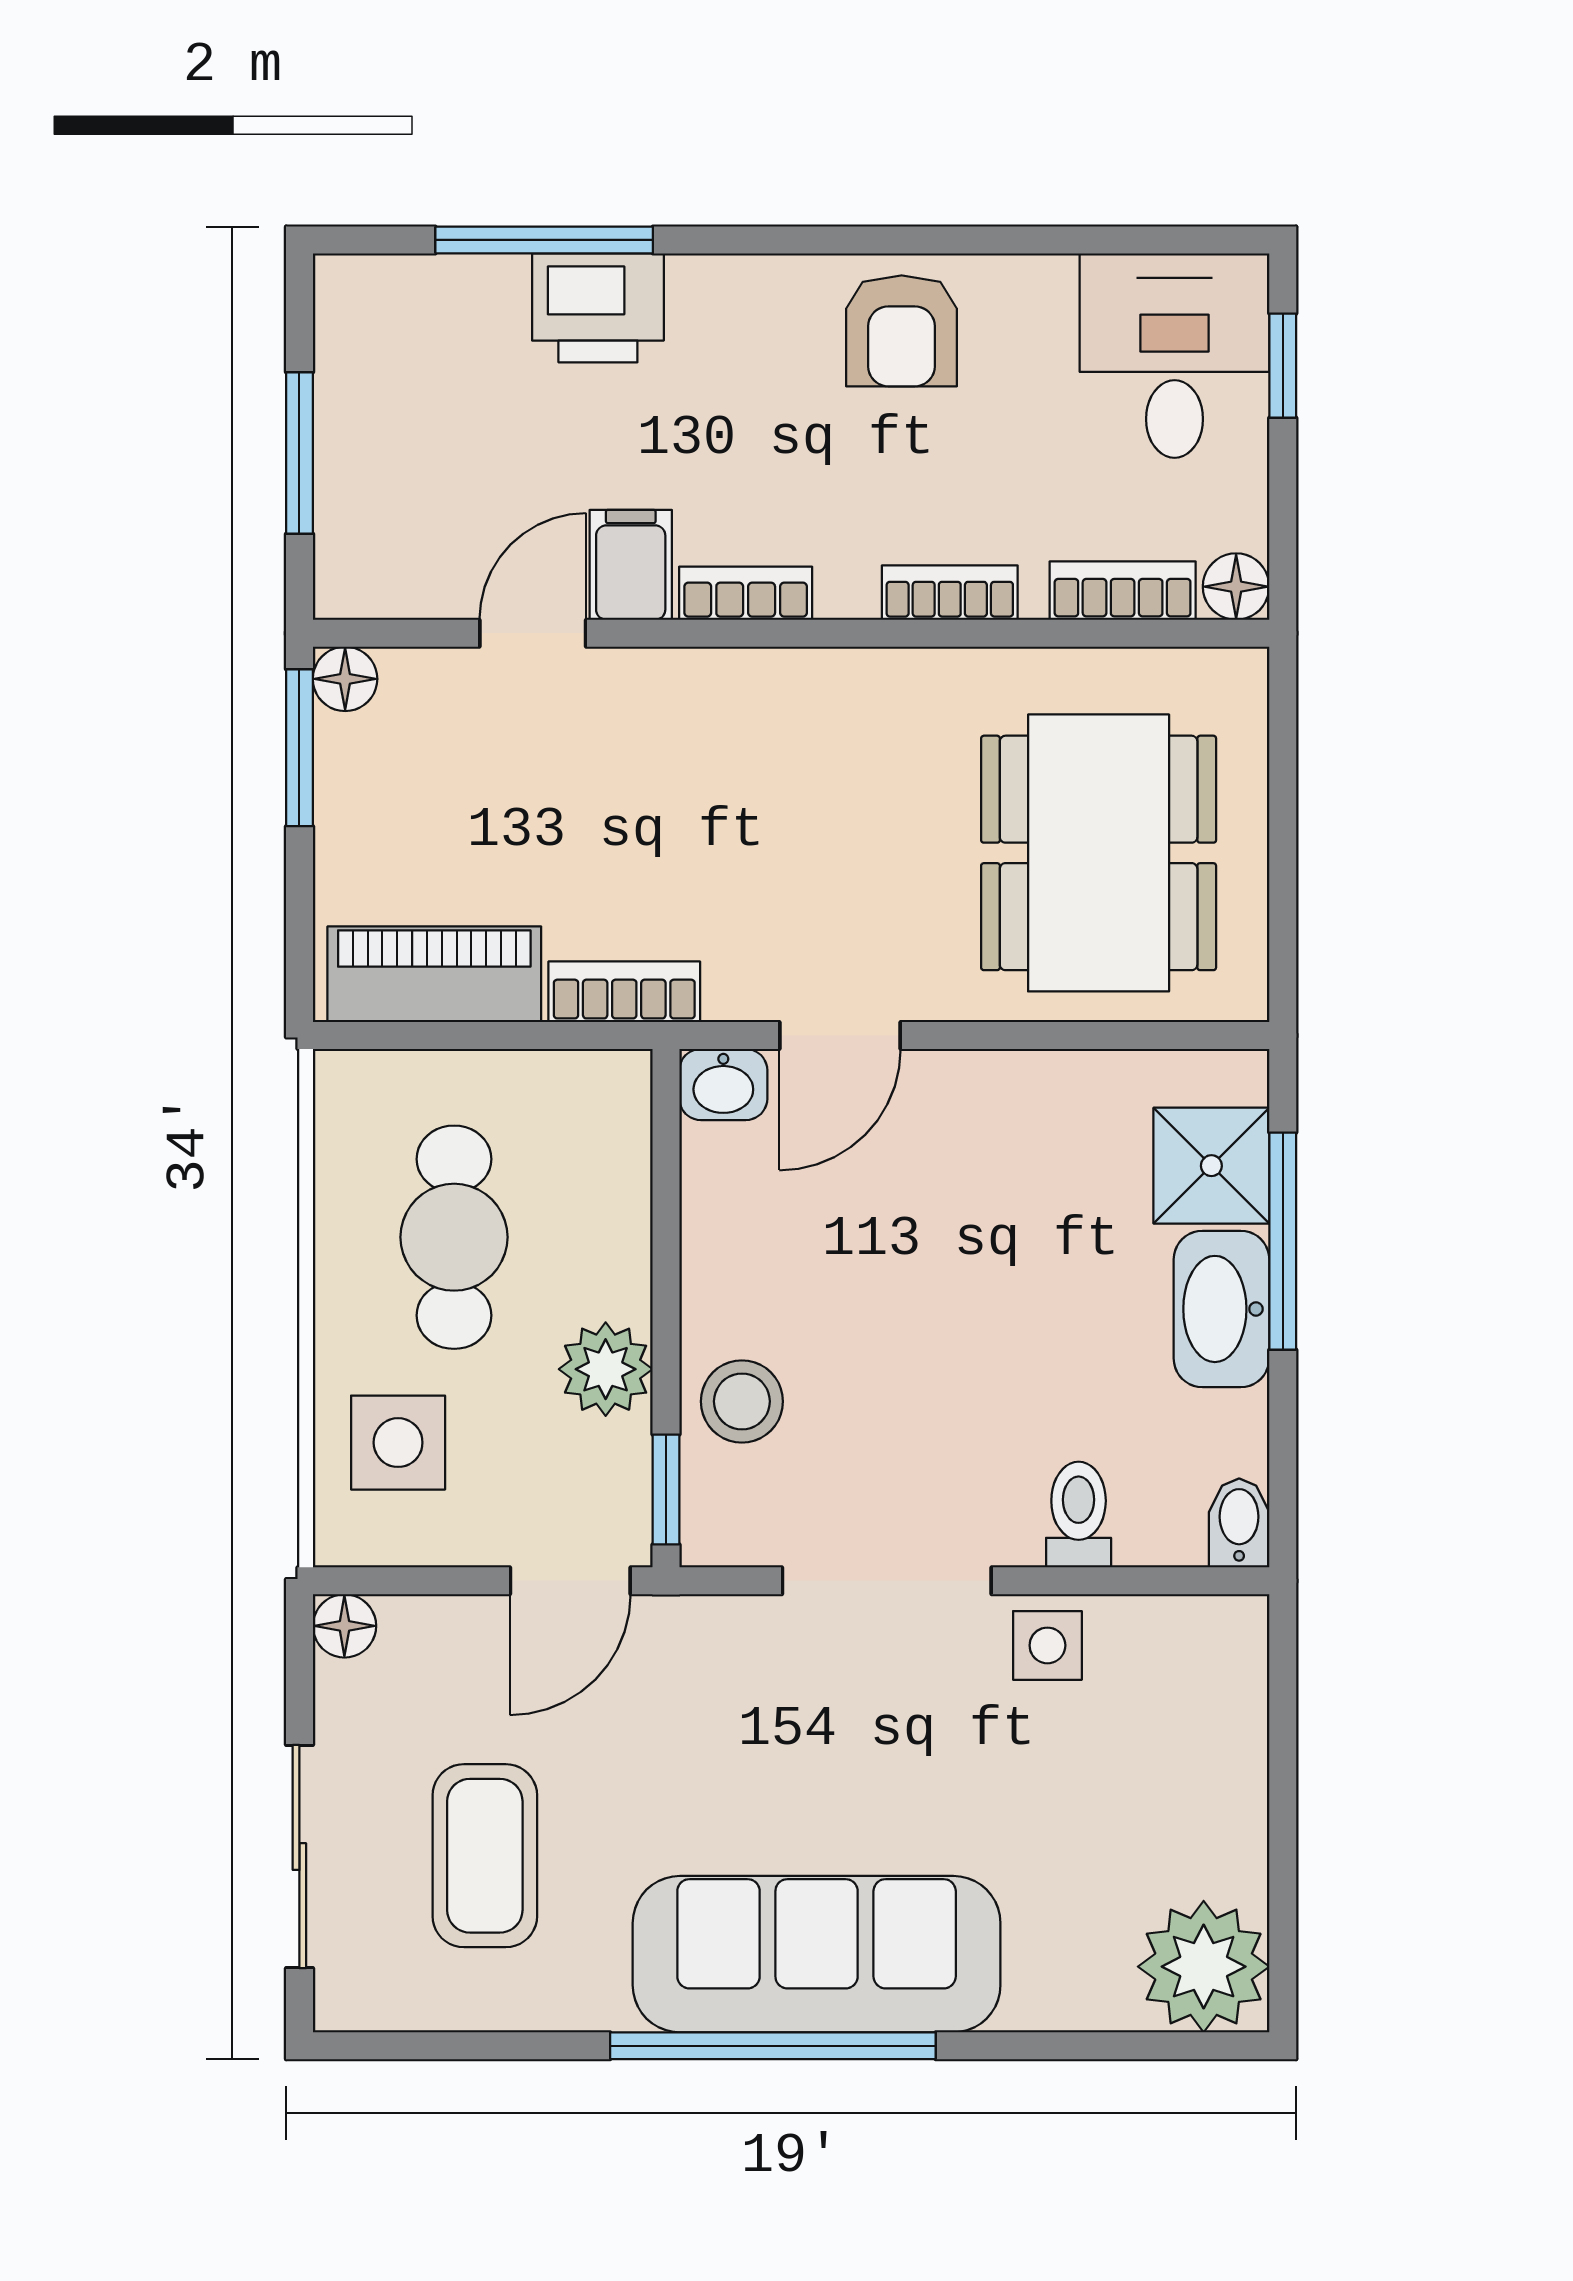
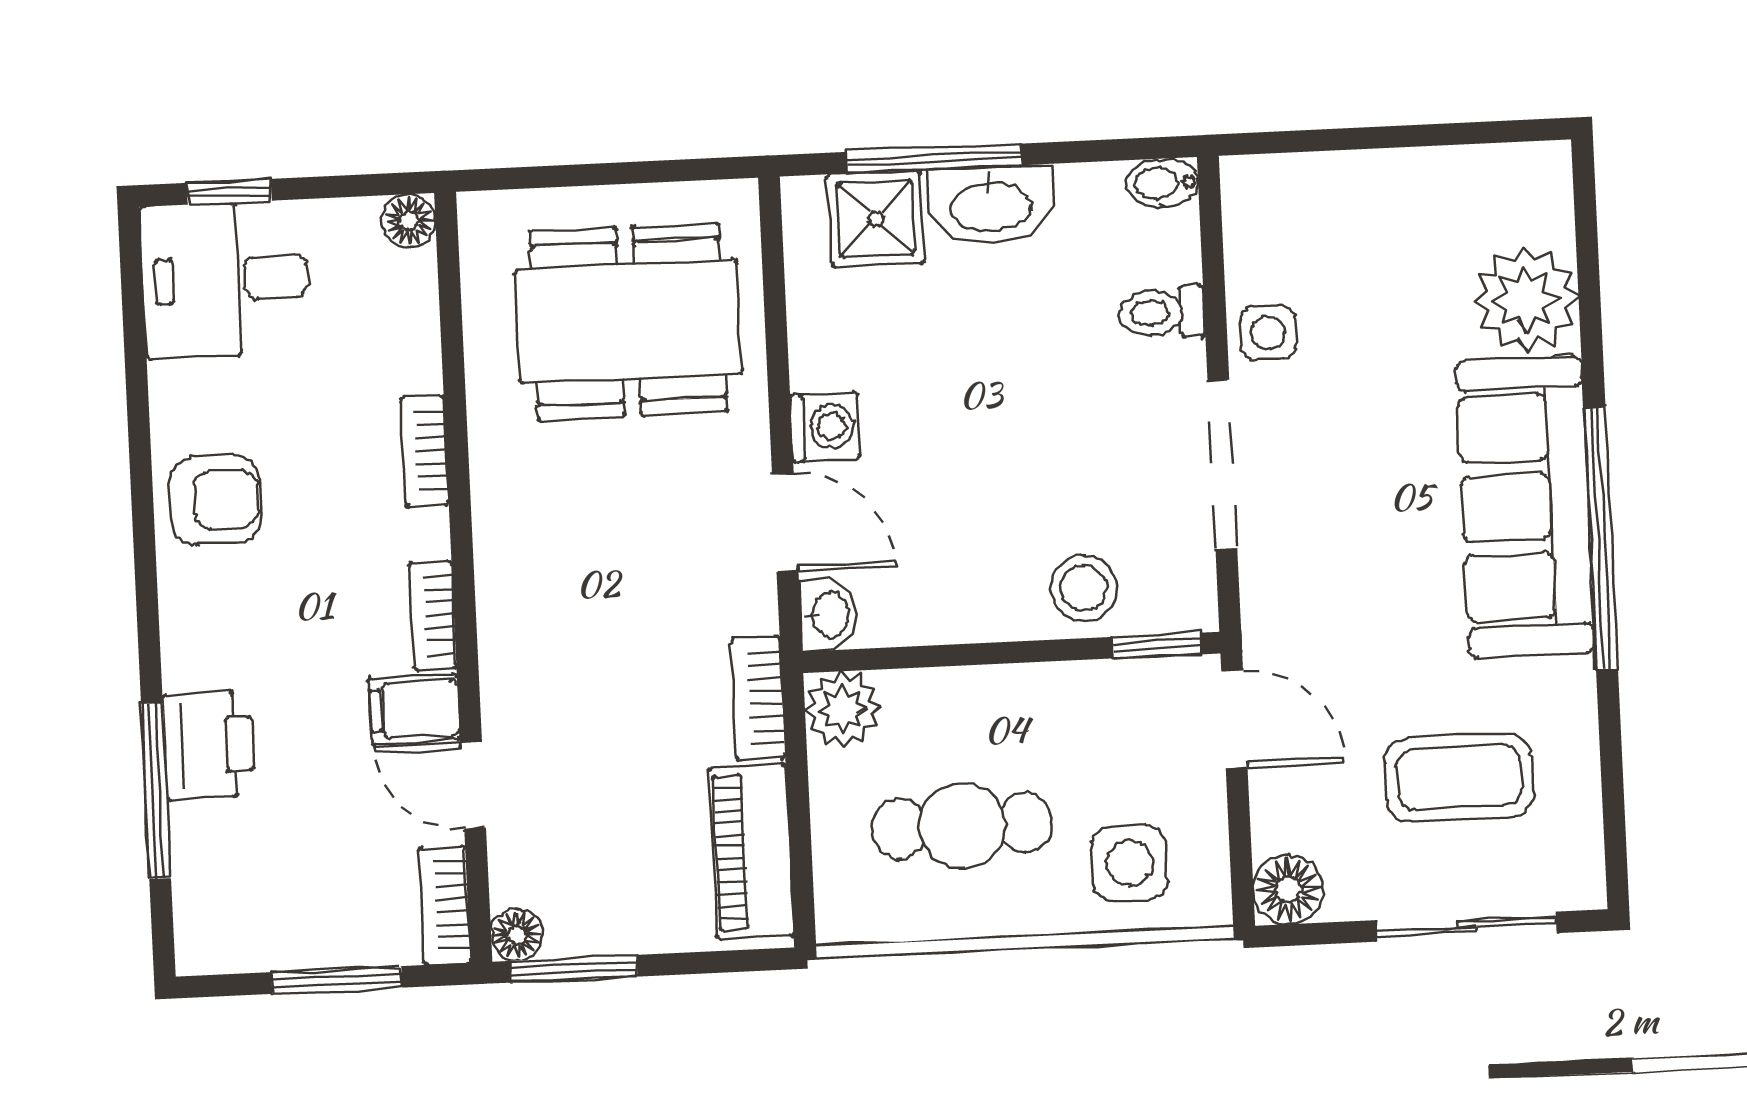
bookcase: (1123, 591) -> (444, 905), moved
washing machine: (957, 1091) -> (825, 427), added
plant: (606, 1369) -> (843, 709), moved
floor lamp: (344, 1626) -> (1288, 889), width x1.37, depth x1.37
plant: (1204, 1967) -> (1526, 300), moved

